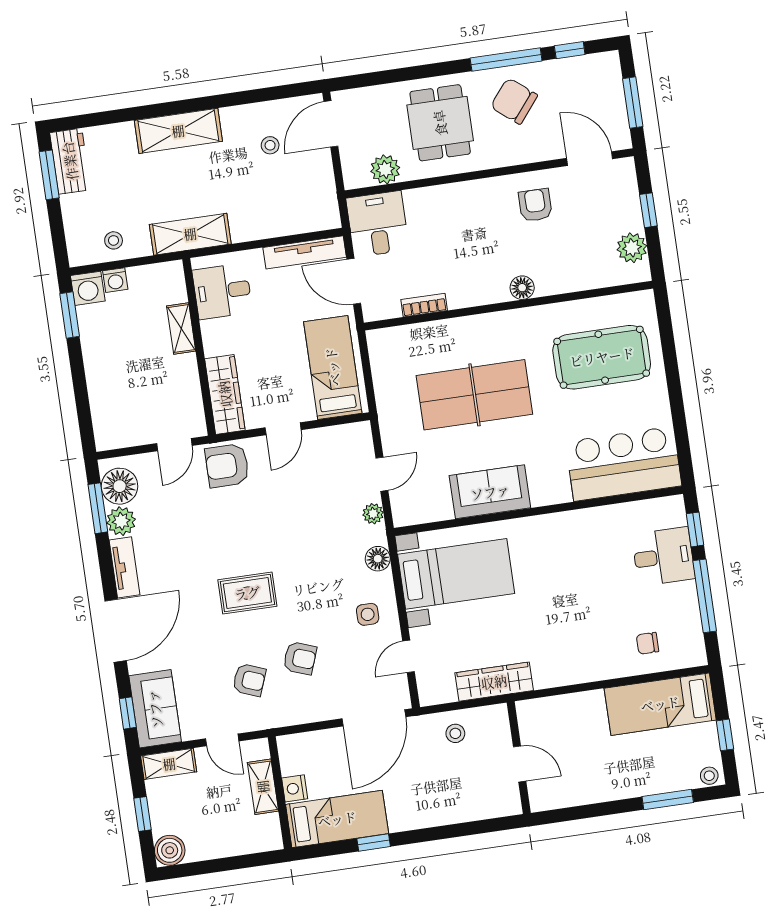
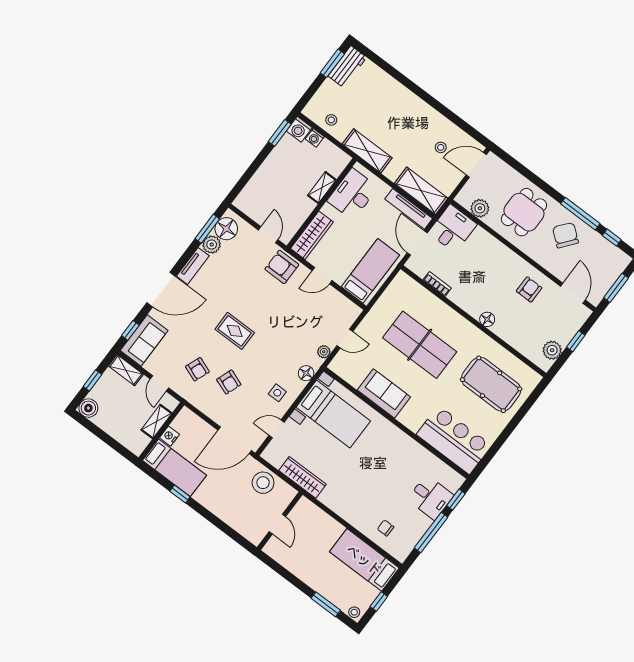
shelving: (178, 131) -> (421, 191), moved
desk: (222, 291) -> (353, 194), width x1.37
door: (174, 445) -> (268, 235), swing flipped
stool: (455, 733) -> (263, 483), width x1.89, depth x1.89

